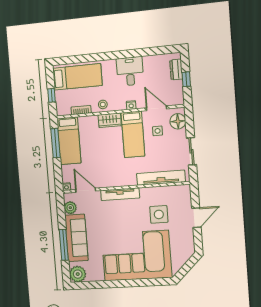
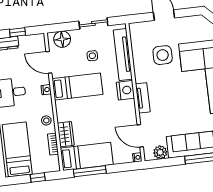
door: (156, 108) -> (49, 62), hinge flipped
wardrobe: (110, 120) -> (66, 134), moved
side table: (158, 131) -> (92, 56), moved
nightstand: (128, 179) -> (125, 90), added
door: (86, 190) -> (140, 136), hinge flipped
tv unit: (120, 194) -> (143, 98), width x0.71

